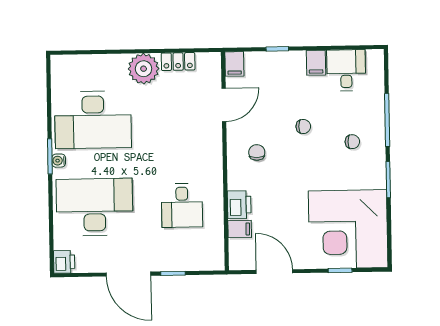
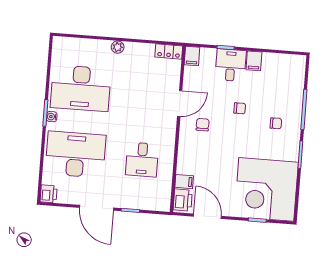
locker: (178, 62) -> (169, 51), moved
plant: (144, 69) -> (118, 47), width x0.53, depth x0.53
desk: (346, 70) -> (231, 65), moved
door: (224, 105) -> (180, 104), moved
printer: (239, 205) -> (183, 200), moved

